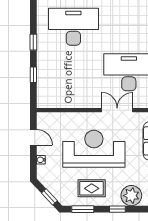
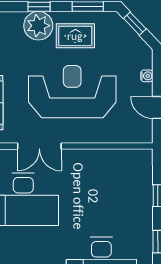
reception desk: (94, 149) -> (72, 92), turned 180
plant: (131, 196) -> (38, 26), moved

